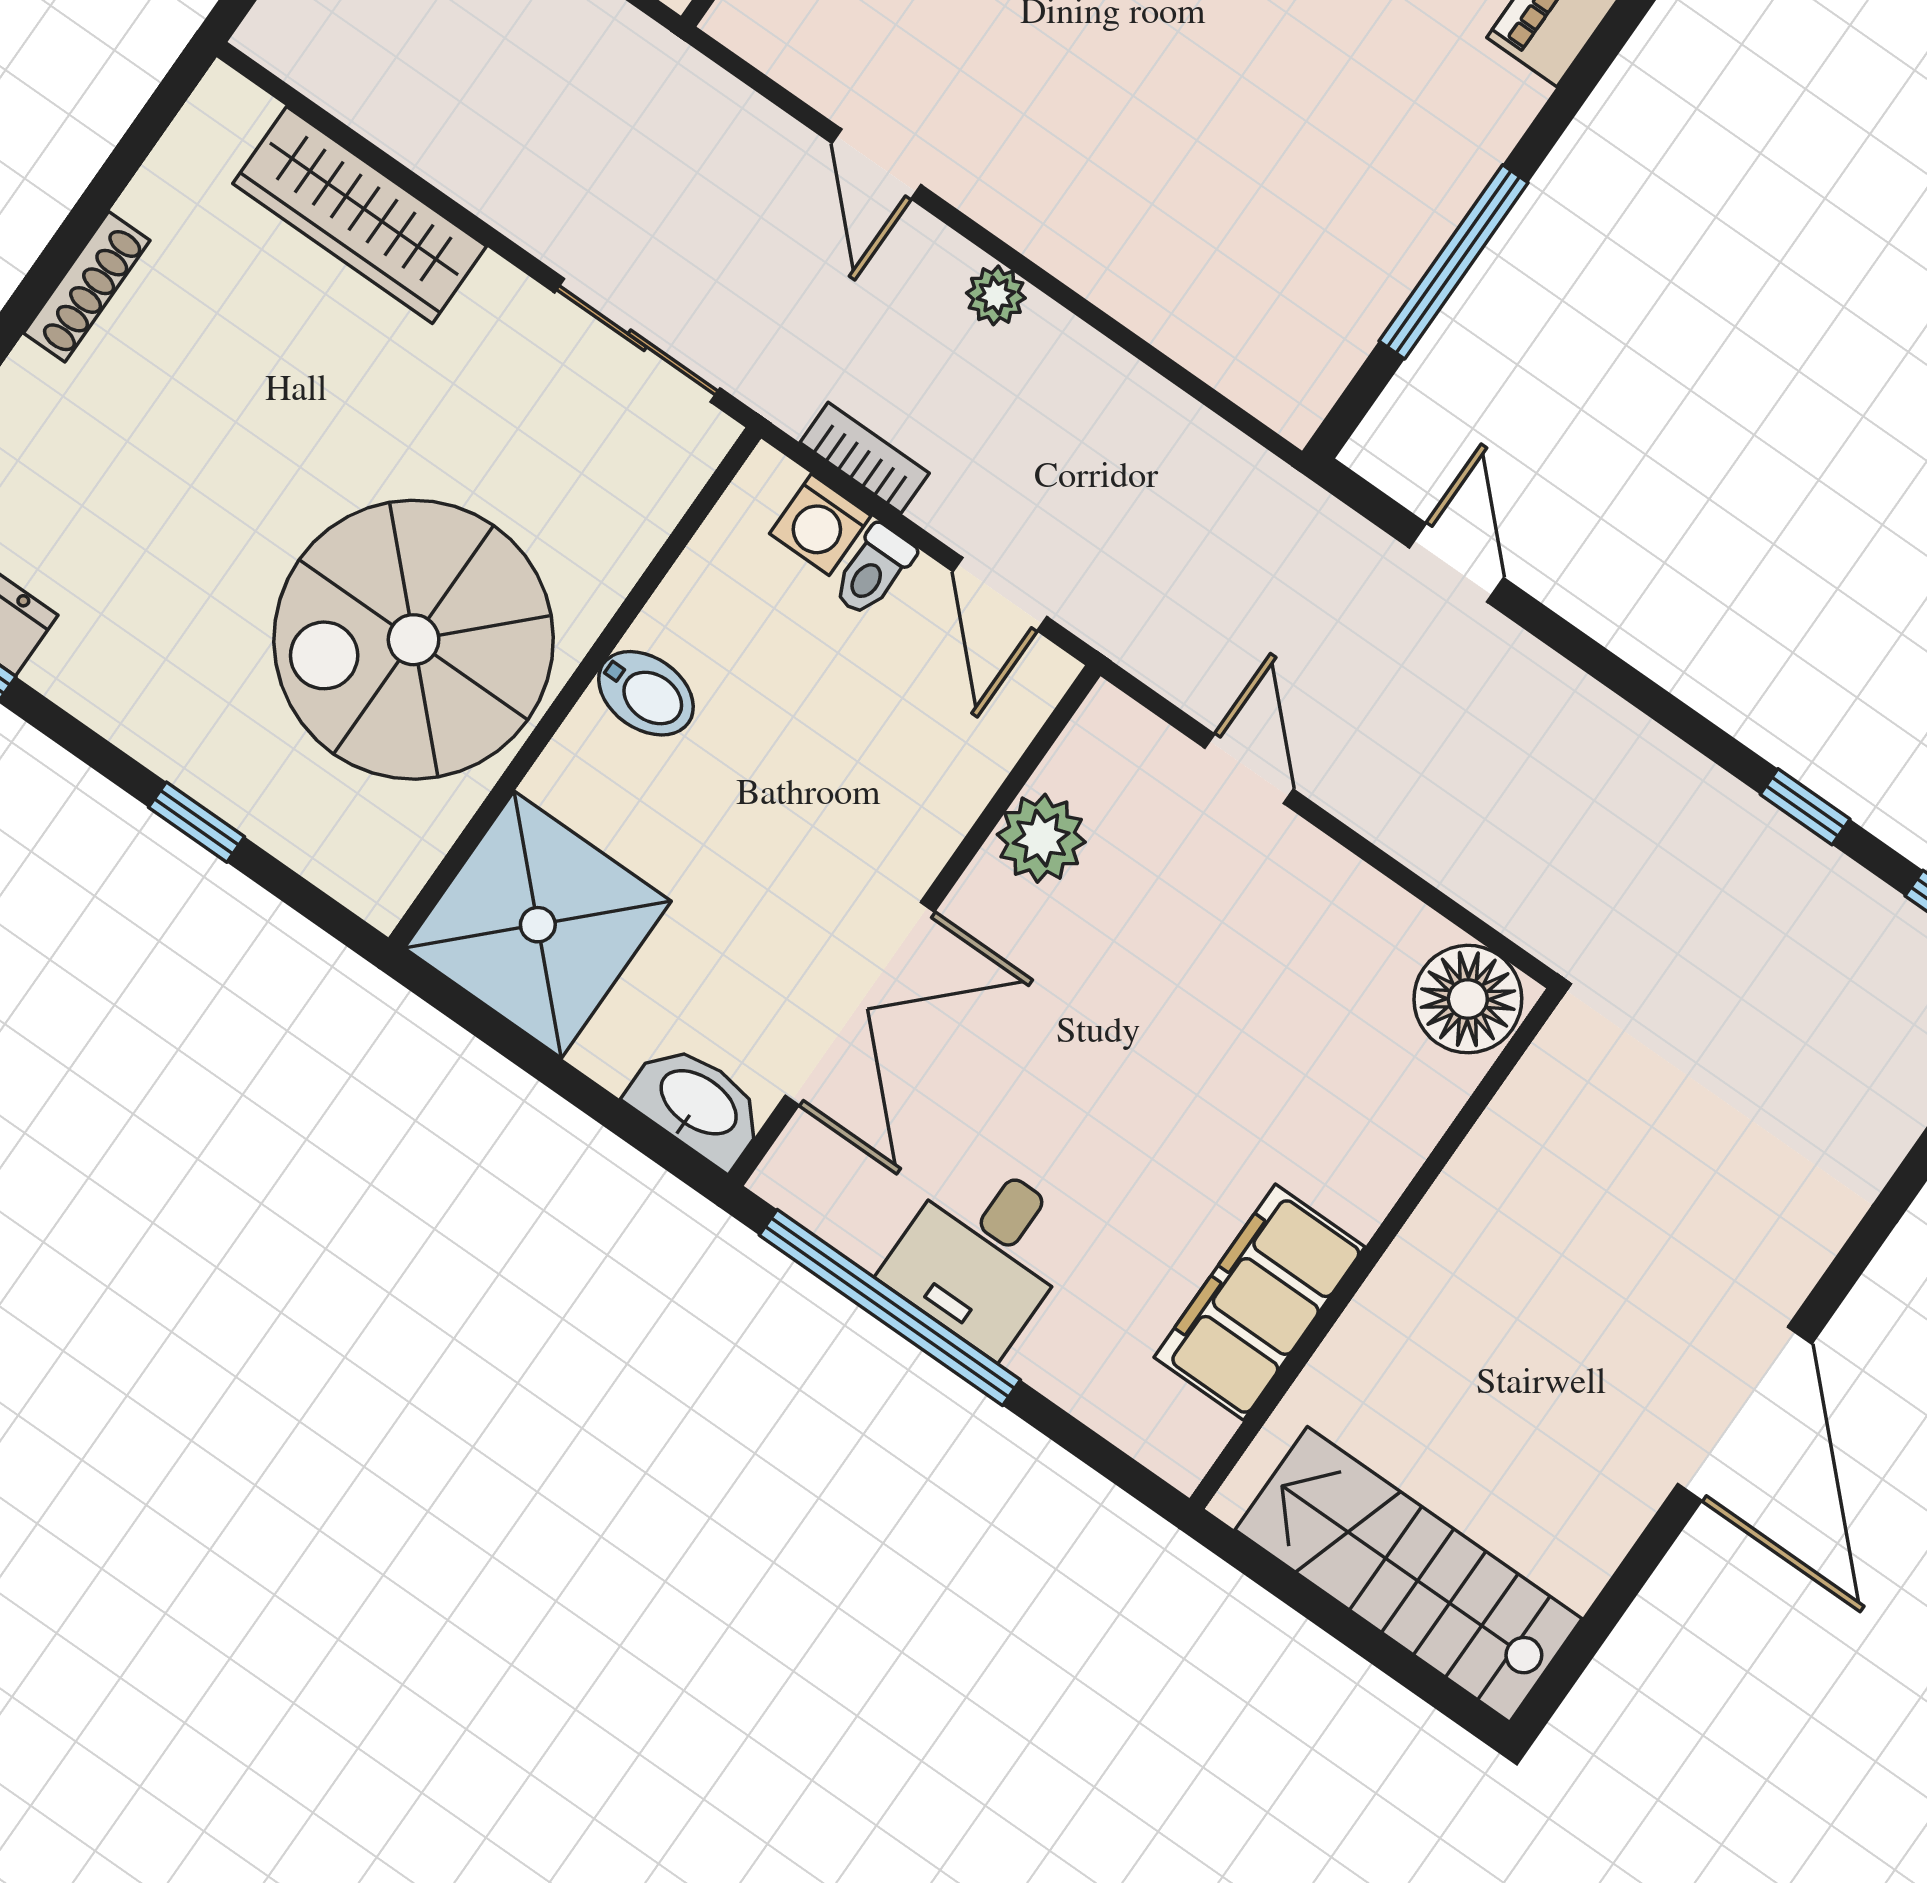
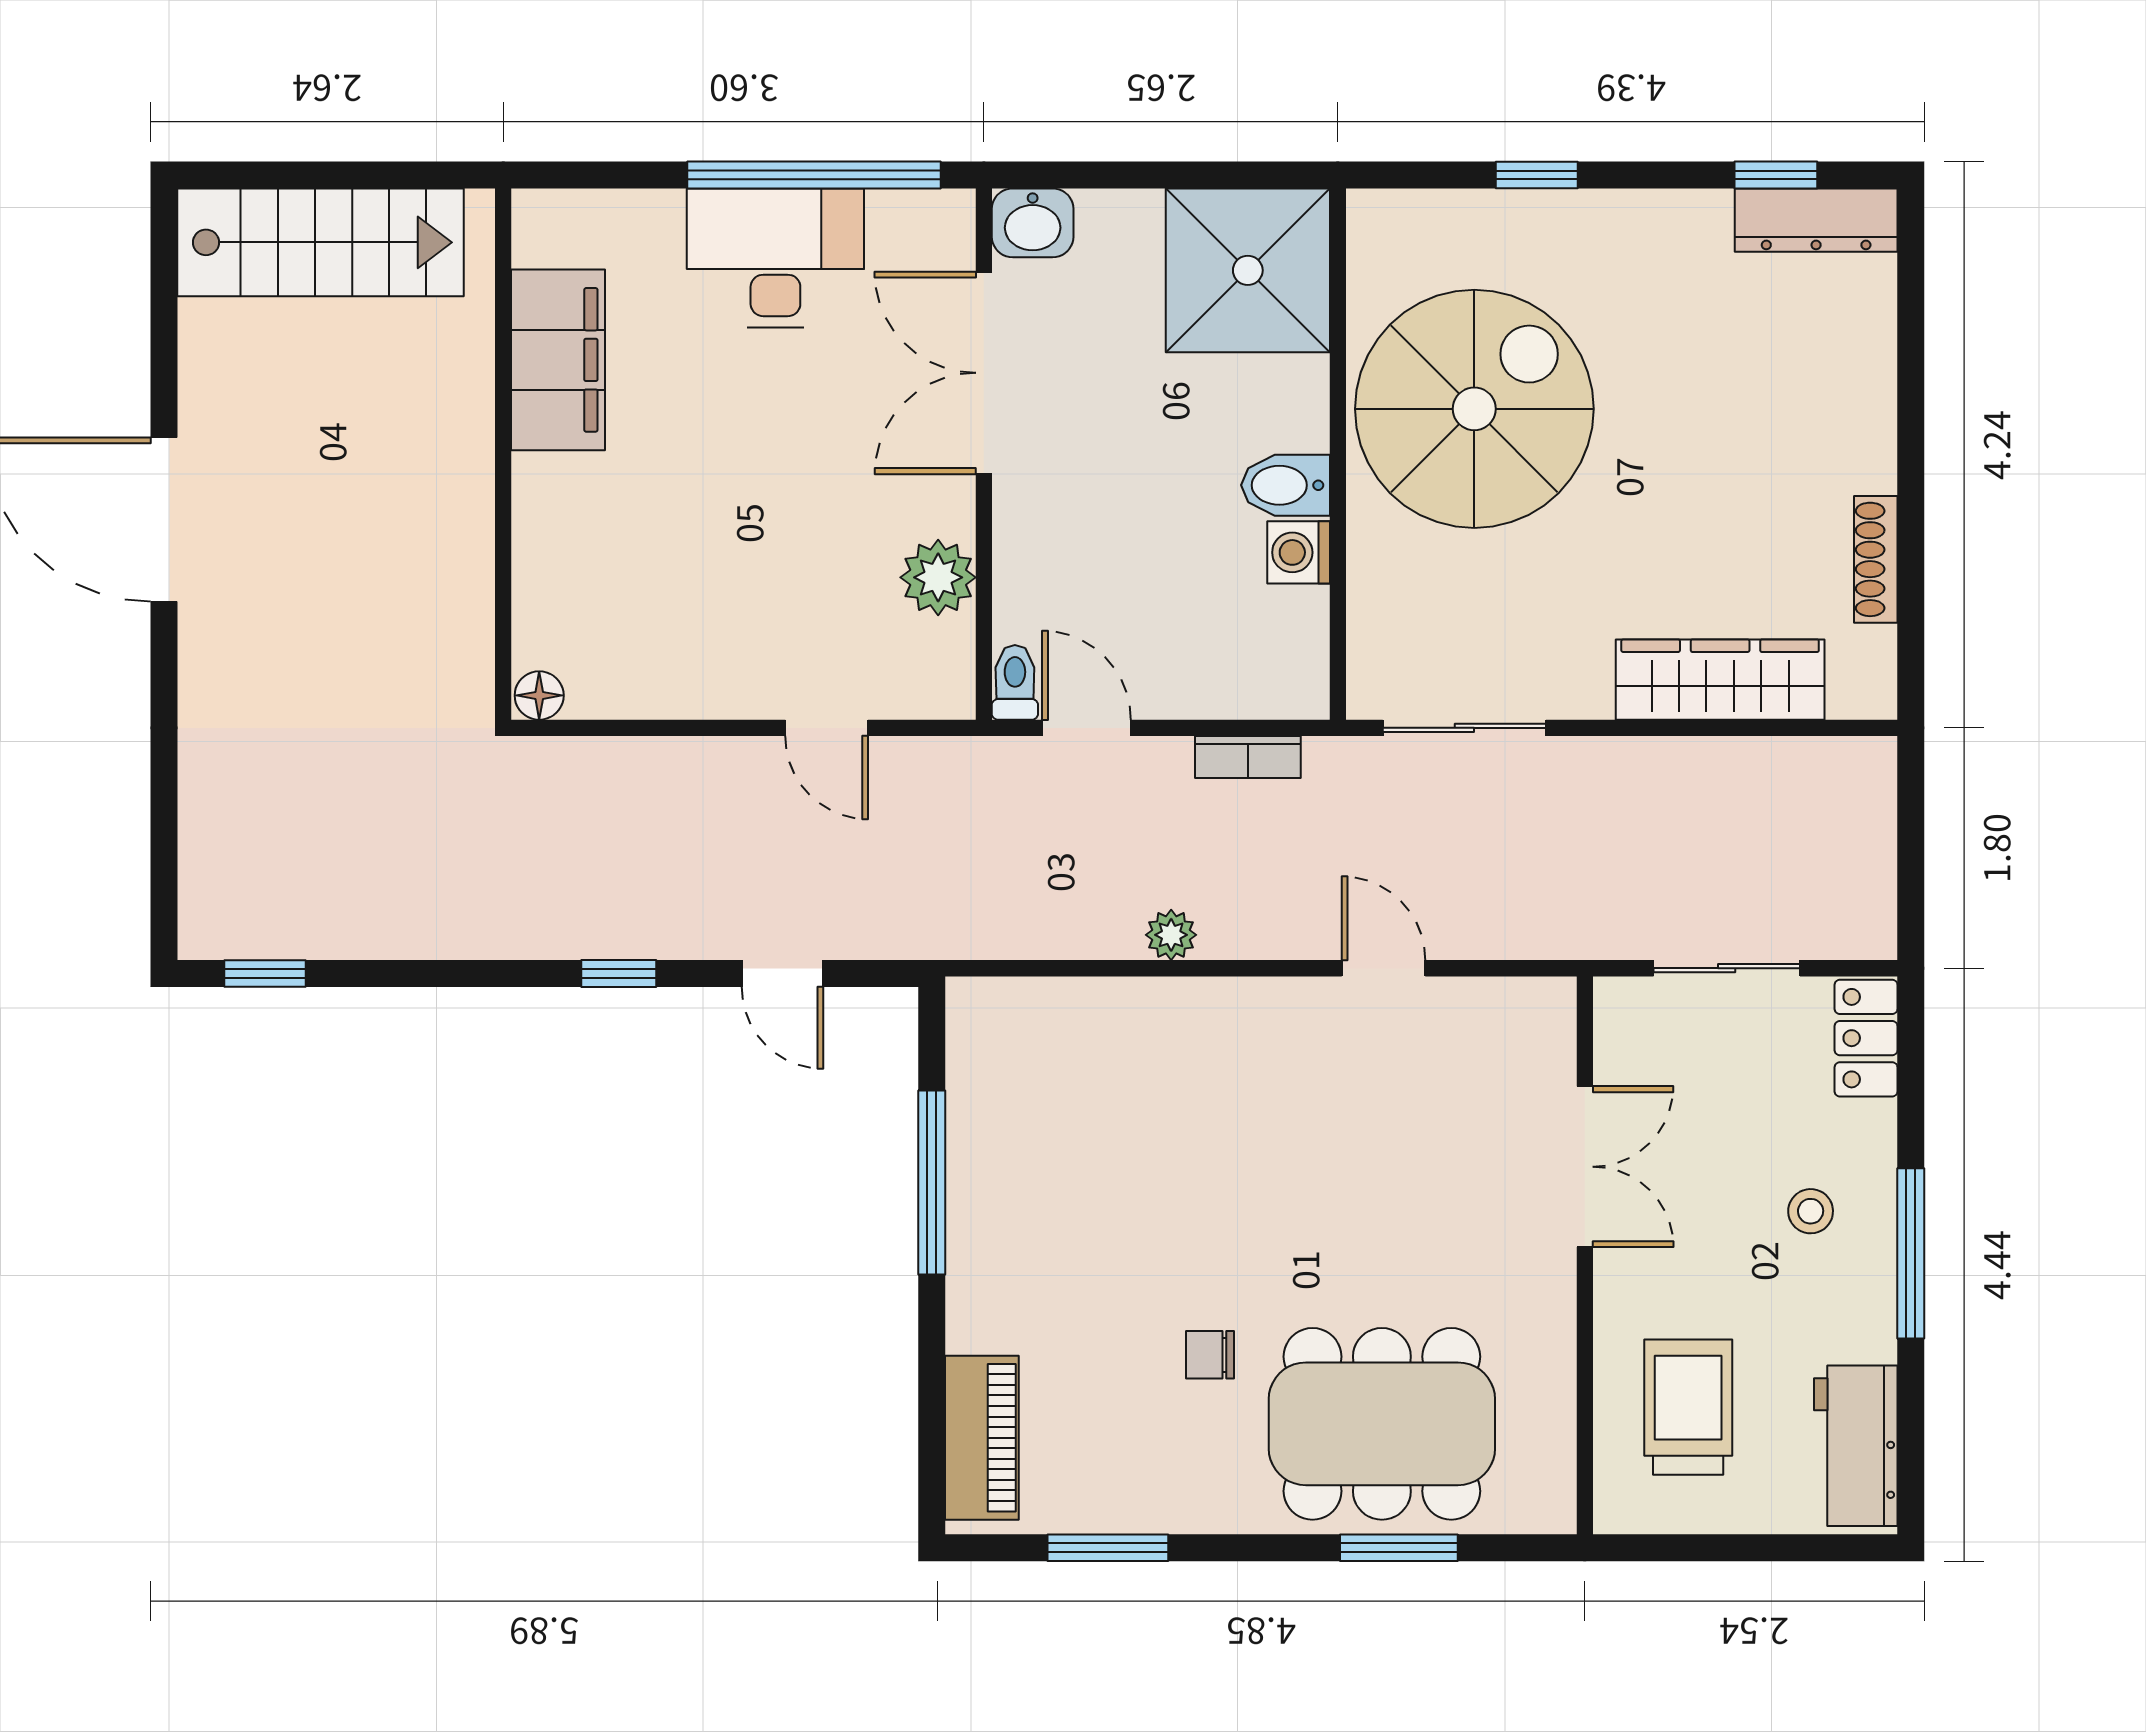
shoe rack: (87, 287) -> (1876, 559), moved
plant: (996, 295) -> (1171, 935), moved
washing machine: (820, 525) -> (1299, 552), moved, turned -90
toilet: (873, 571) -> (1015, 682), moved
window: (1805, 807) -> (619, 974), moved
floor lamp: (1468, 999) -> (539, 695), width x0.53, depth x0.53
washbasin: (697, 1104) -> (1033, 223), width x0.72
desk: (983, 1254) -> (775, 258), width x1.37

